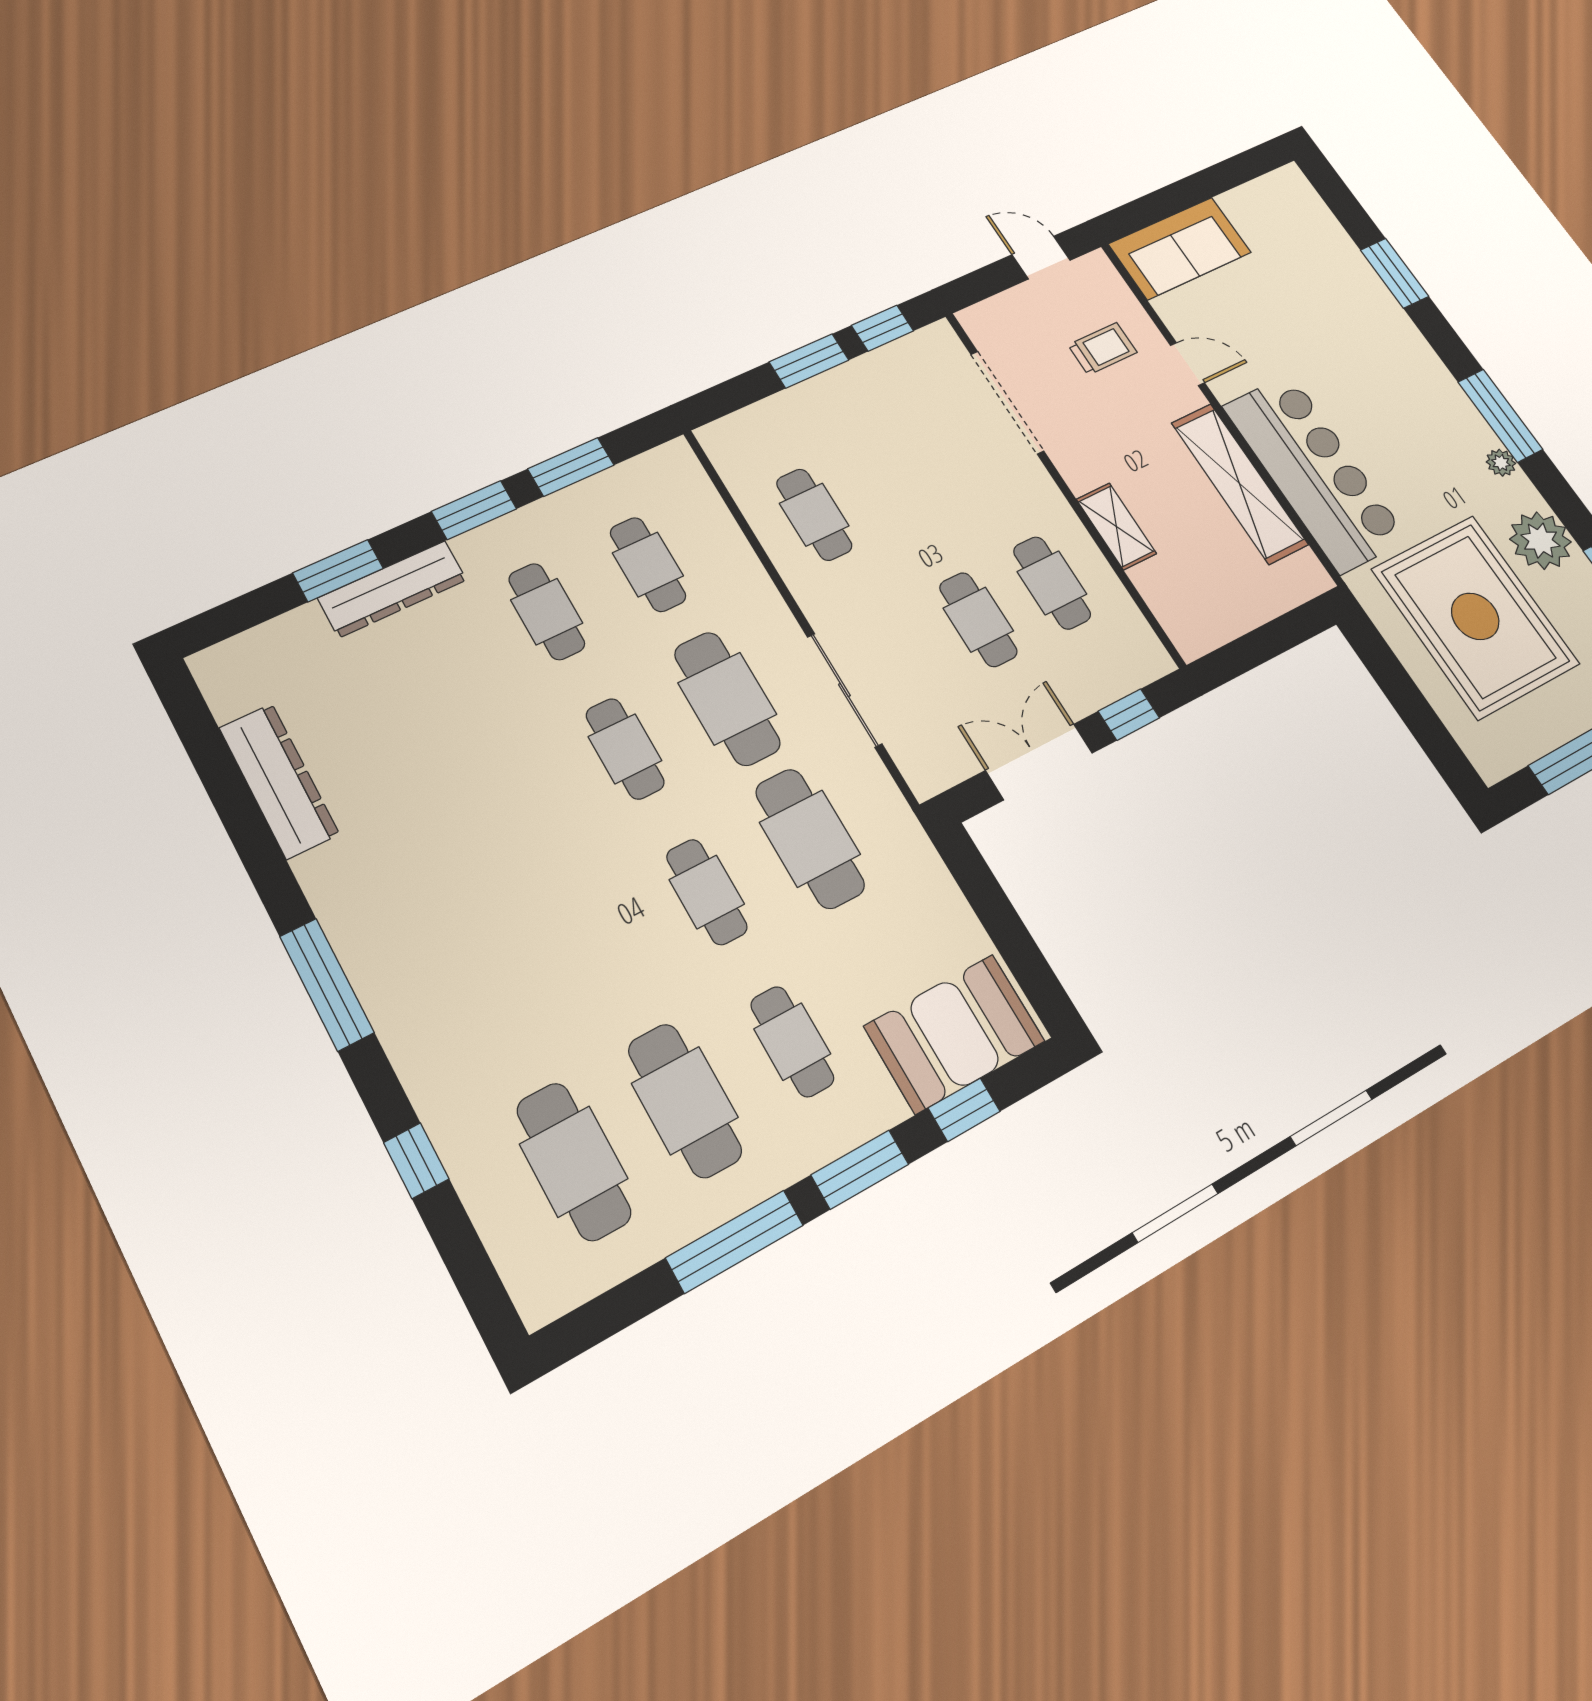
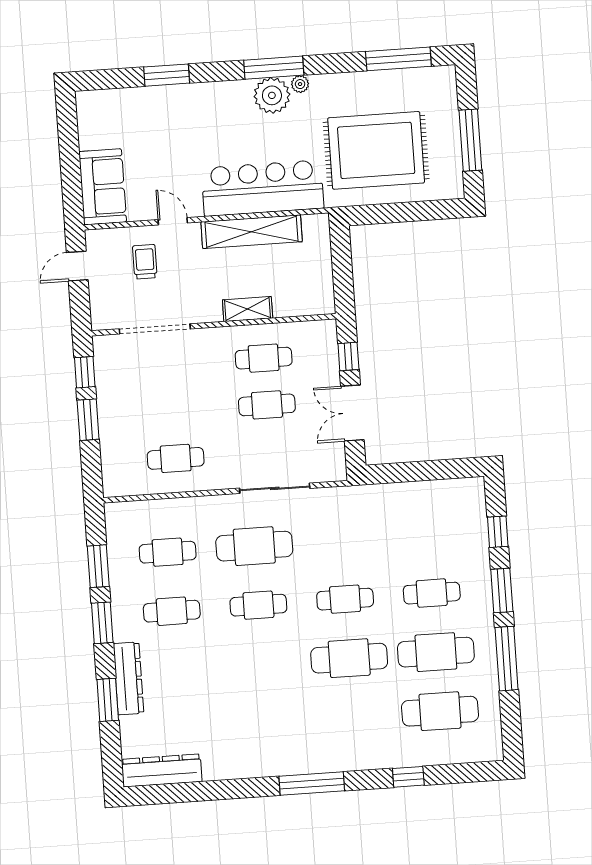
door: (1187, 364) -> (173, 221), hinge flipped
plant: (1541, 541) -> (272, 95), moved
dresser: (279, 781) -> (162, 770), moved
cafe table: (810, 838) -> (349, 658), moved
booth: (954, 1034) -> (462, 519), removed

